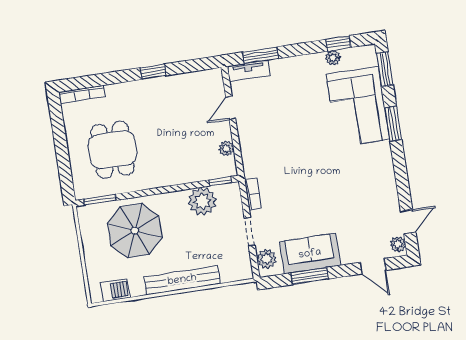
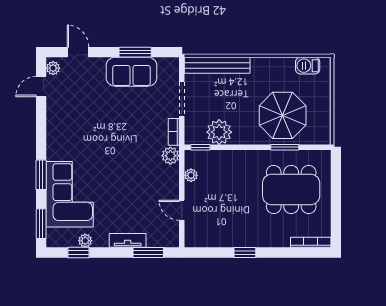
tv unit: (249, 71) -> (128, 240), moved
door: (231, 108) -> (182, 210), swing flipped
dining table: (112, 150) -> (291, 189), width x1.37
window: (100, 200) -> (285, 147), moved
doorway: (250, 232) -> (182, 99), width x1.38
plant: (267, 259) -> (170, 156), moved
bench: (182, 280) -> (217, 65), moved

